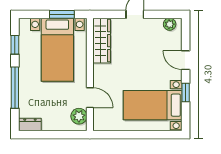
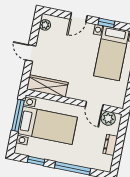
window: (62, 14) -> (18, 115), width x1.44
door: (90, 98) -> (94, 106), swing flipped
dresser: (30, 125) -> (110, 145), moved

